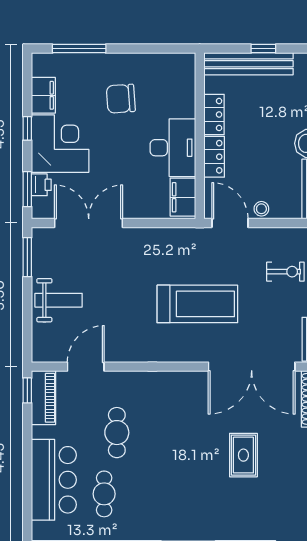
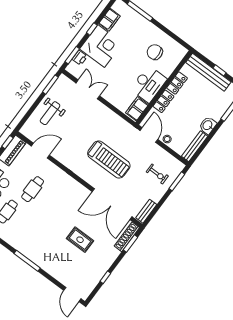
chair: (121, 99) -> (155, 52), moved
double door: (89, 223) -> (88, 89), width x0.73
weight bench: (59, 300) -> (50, 113), turned 90
rug: (243, 455) -> (80, 240), turned 90

